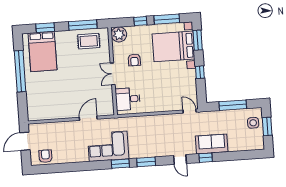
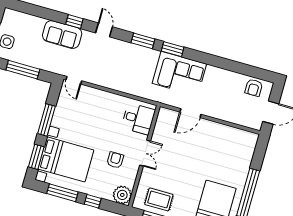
window: (200, 72) -> (47, 120), width x2.17

